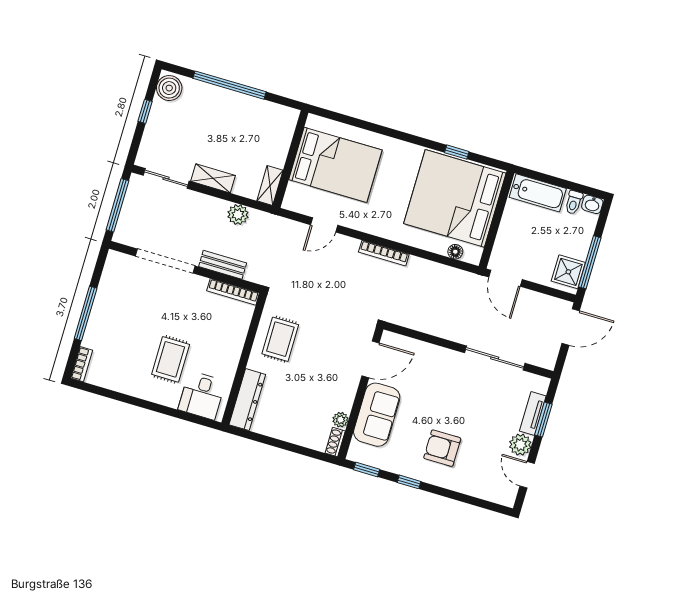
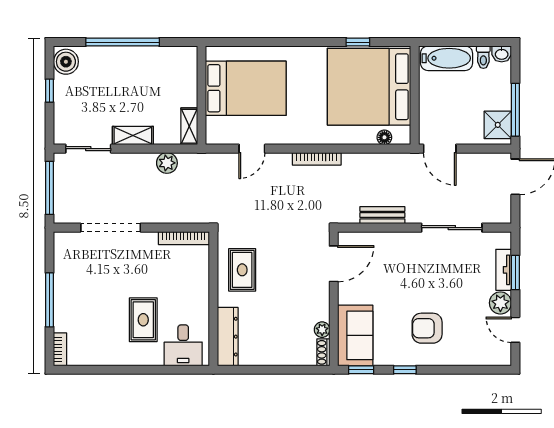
bench: (223, 265) -> (382, 215), moved
sofa: (377, 415) -> (355, 335), moved

